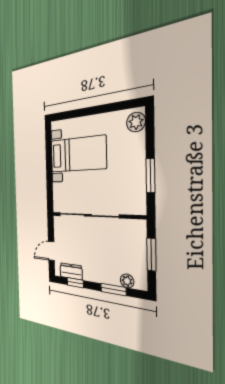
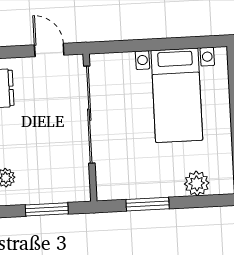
plant: (136, 122) -> (197, 183), moved
door: (51, 251) -> (49, 50), moved

